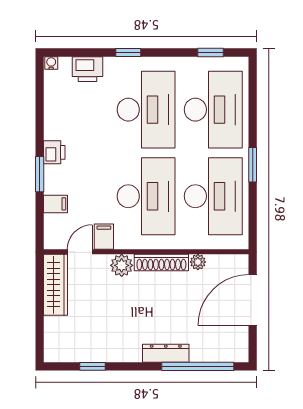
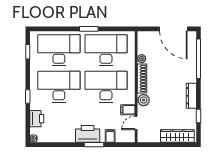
printer: (54, 152) -> (88, 134), width x1.87, depth x1.48
door: (80, 252) -> (136, 123), hinge flipped
wardrobe: (56, 285) -> (177, 136), moved
door: (253, 300) -> (173, 29), moved
dresser: (166, 353) -> (191, 96), moved

